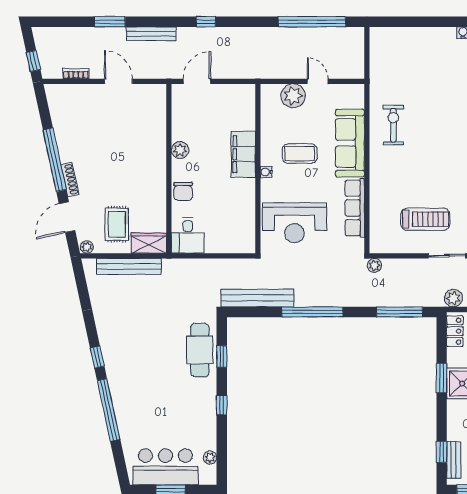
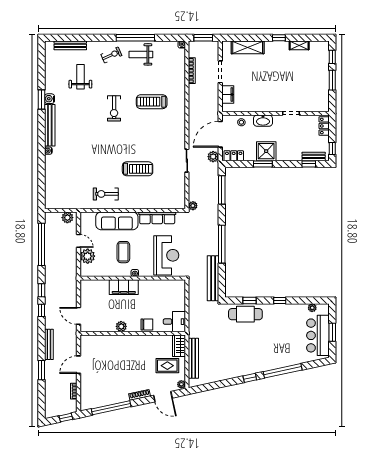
window: (238, 22) -> (41, 290), added
plant: (355, 63) -> (67, 218), added
door: (318, 81) -> (78, 241), swing flipped
window: (55, 160) -> (111, 408), moved
treadmill: (425, 219) -> (138, 169), moved, turned 90

